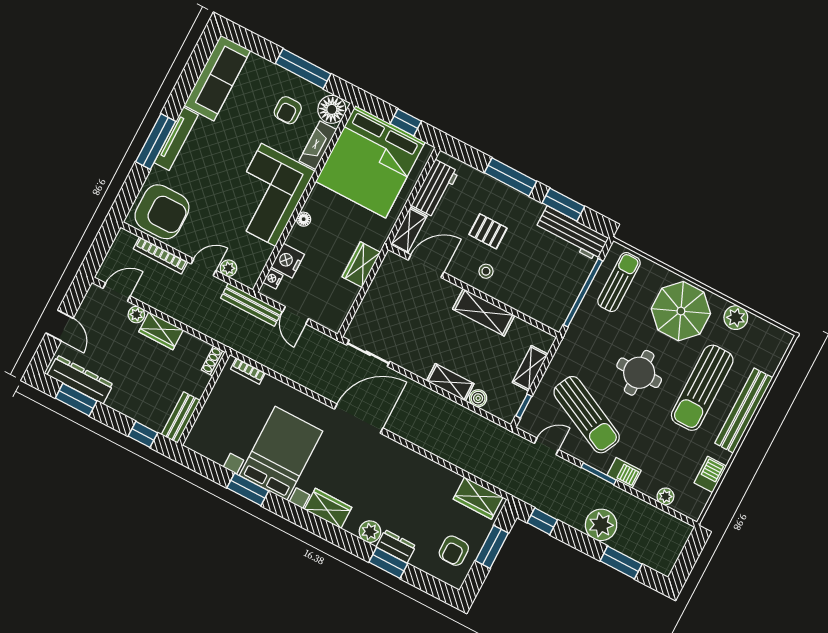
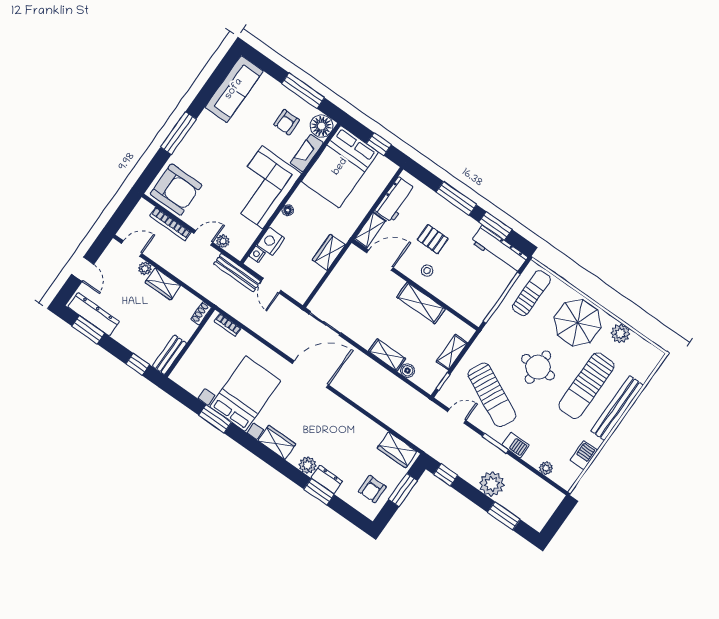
tv unit: (176, 139) -> (195, 133), removed
bed: (370, 162) -> (340, 167), width x0.73

